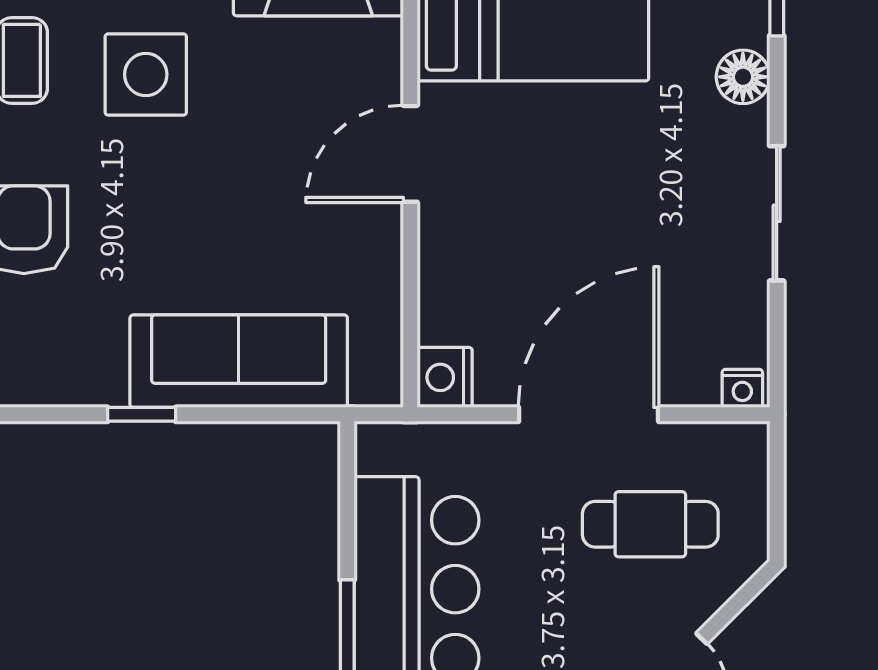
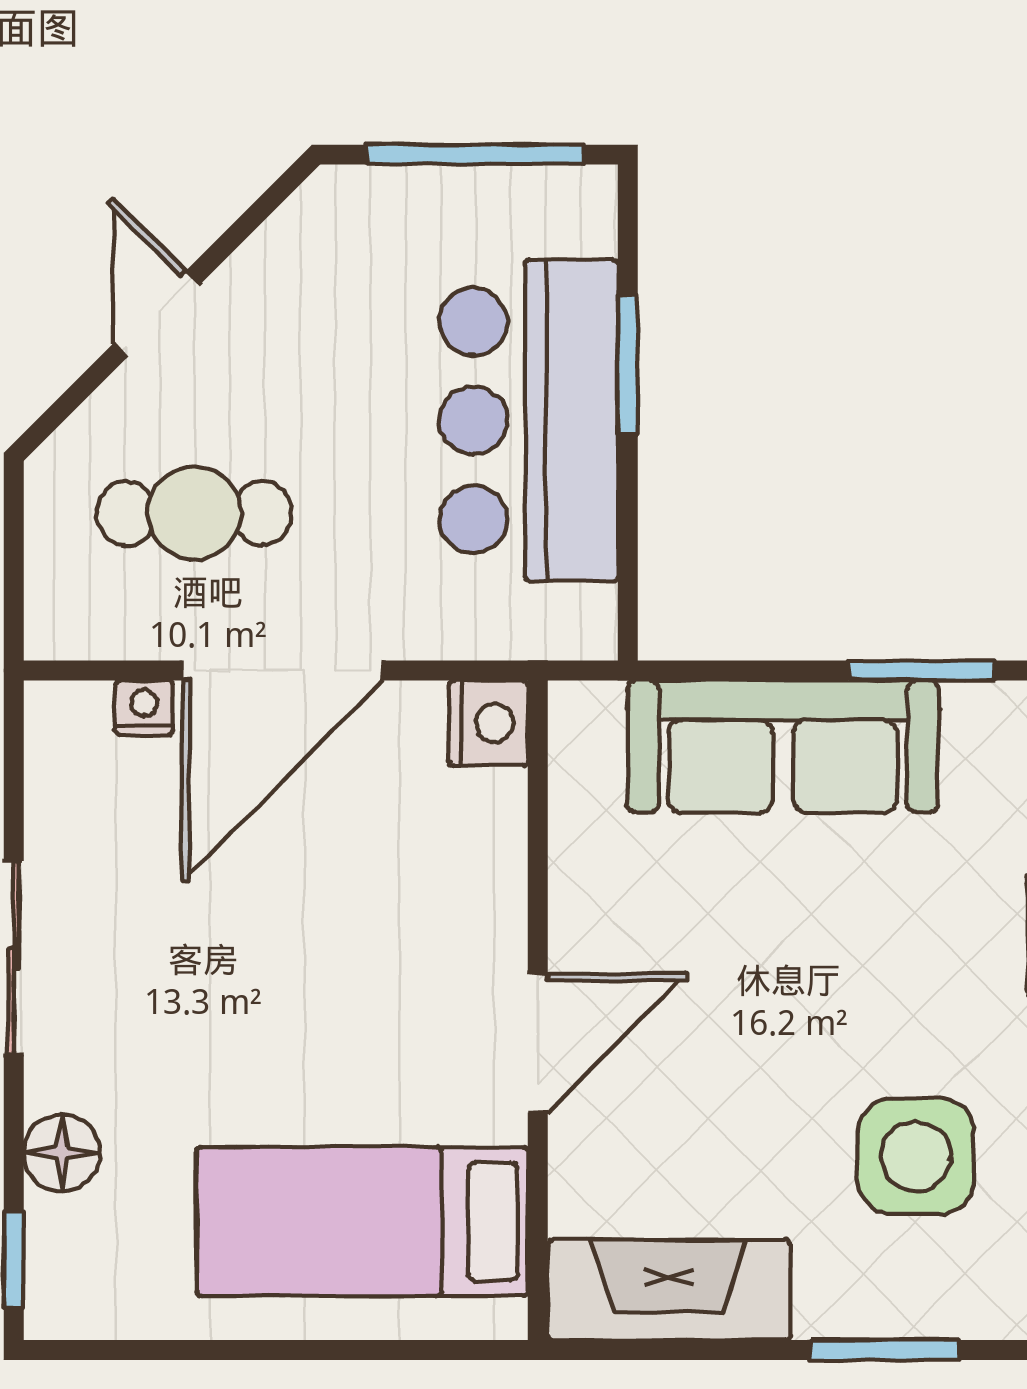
nightstand: (742, 388) -> (144, 707), moved
window: (142, 414) -> (922, 670), width x1.50

